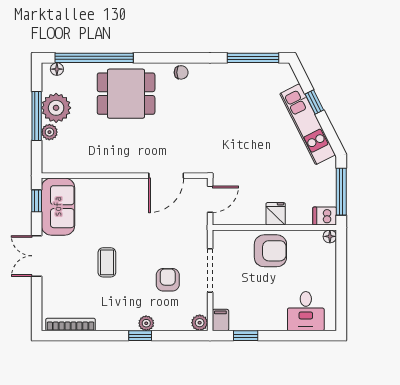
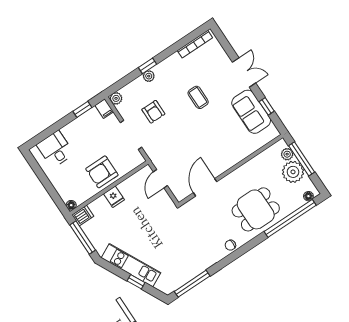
wall: (125, 176) -> (231, 170), moved
door: (166, 176) -> (205, 187), moved

